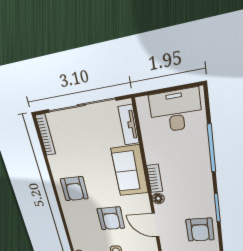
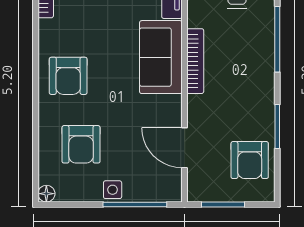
bookcase: (155, 178) -> (195, 61), width x1.56
floor lamp: (158, 198) -> (196, 104), removed
armchair: (111, 218) -> (81, 144), moved

